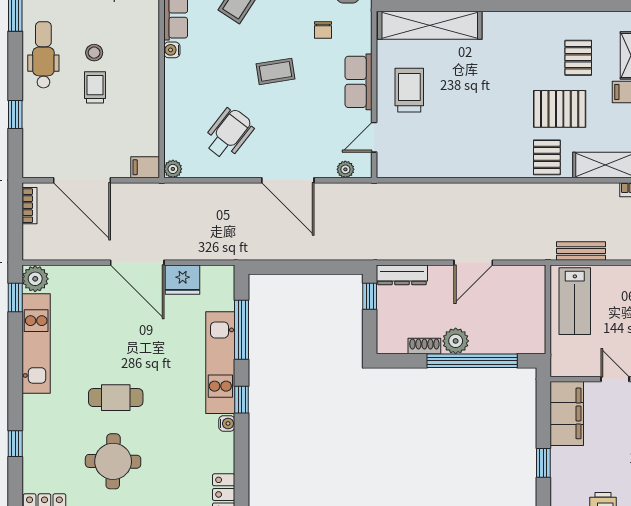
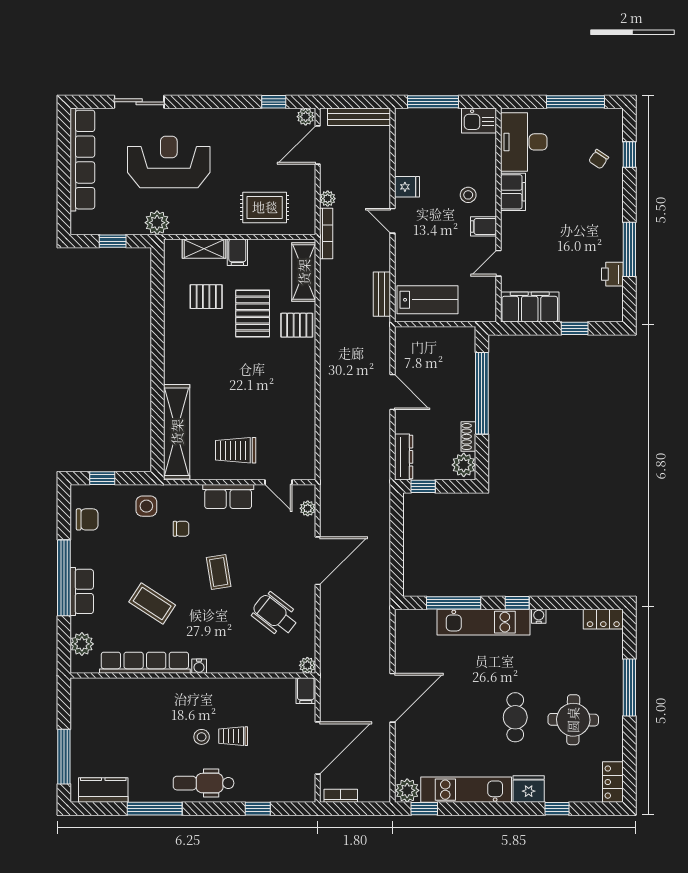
fridge: (183, 280) -> (529, 789), moved, turned -90
plant: (456, 341) -> (464, 465), moved

